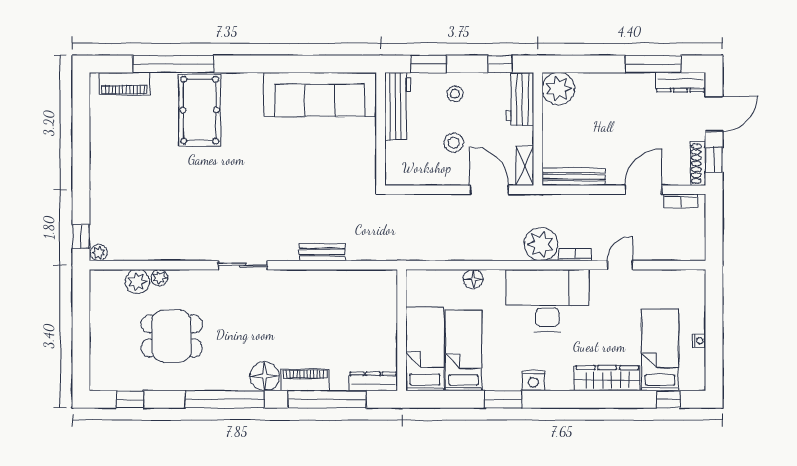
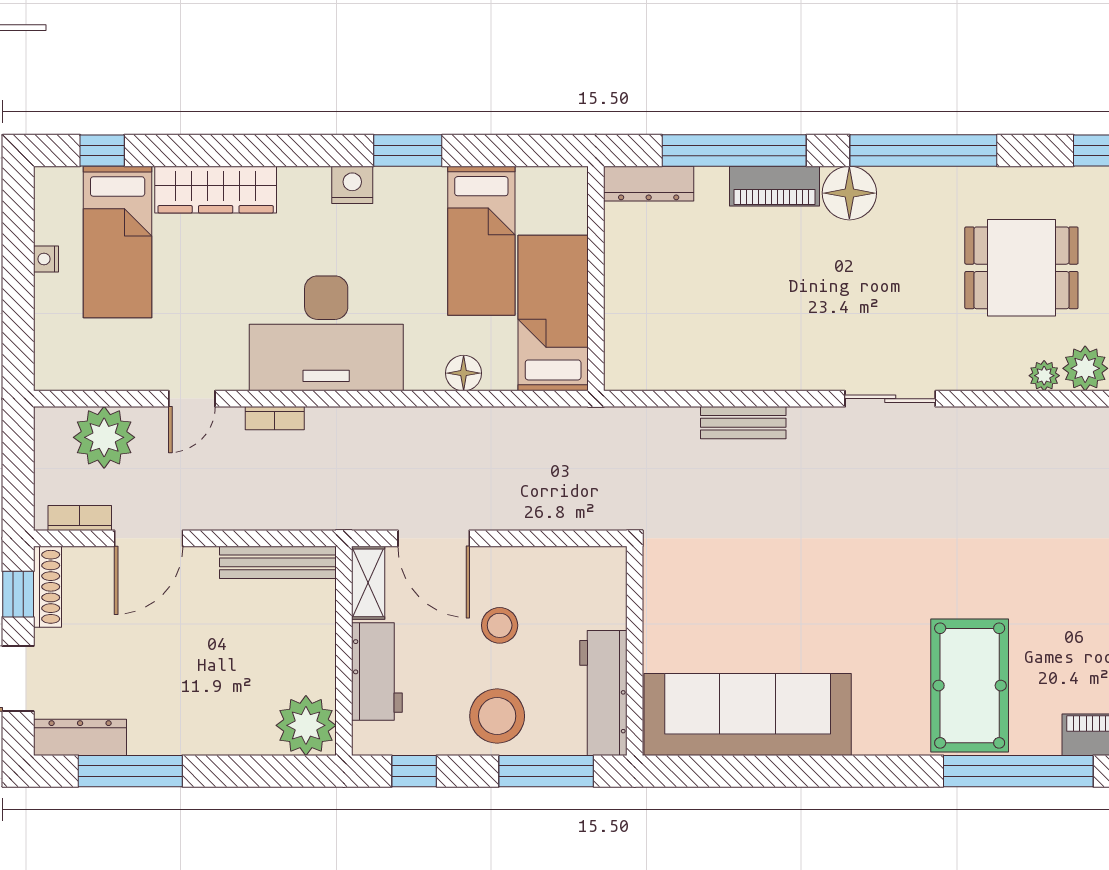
window: (429, 64) -> (546, 771), width x1.44
stool: (455, 94) -> (497, 716), width x1.89, depth x1.89
workbench: (520, 99) -> (377, 671), moved
plant: (541, 244) -> (104, 437), moved
bed: (425, 349) -> (553, 313), moved, turned 180

